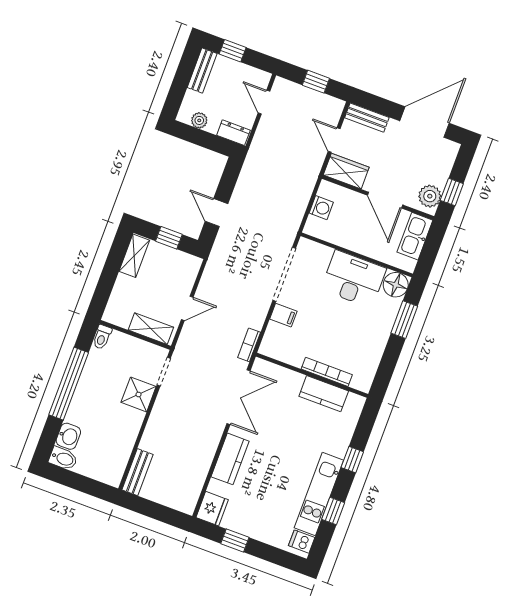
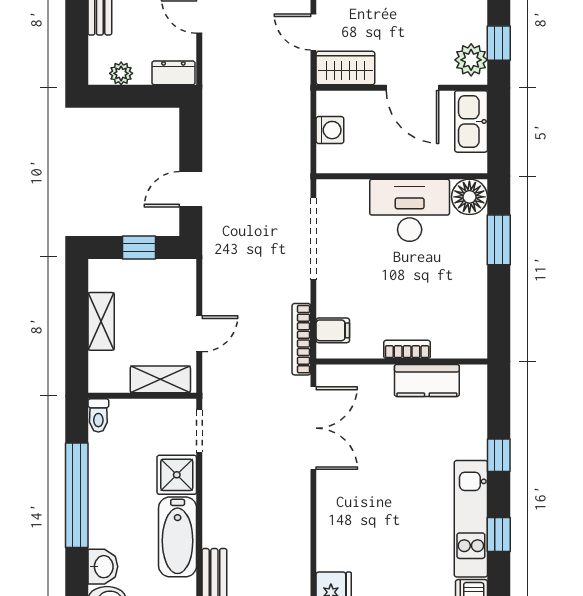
door: (217, 212) -> (191, 189), hinge flipped
shelving: (134, 256) -> (101, 321), moved
filing cabinet: (283, 315) -> (333, 330), moved
bookcase: (249, 345) -> (301, 339), width x1.56
bookcase: (327, 372) -> (407, 349), width x0.64
bathtub: (124, 435) -> (178, 537), added
kitchen counter: (230, 459) -> (333, 516), removed

